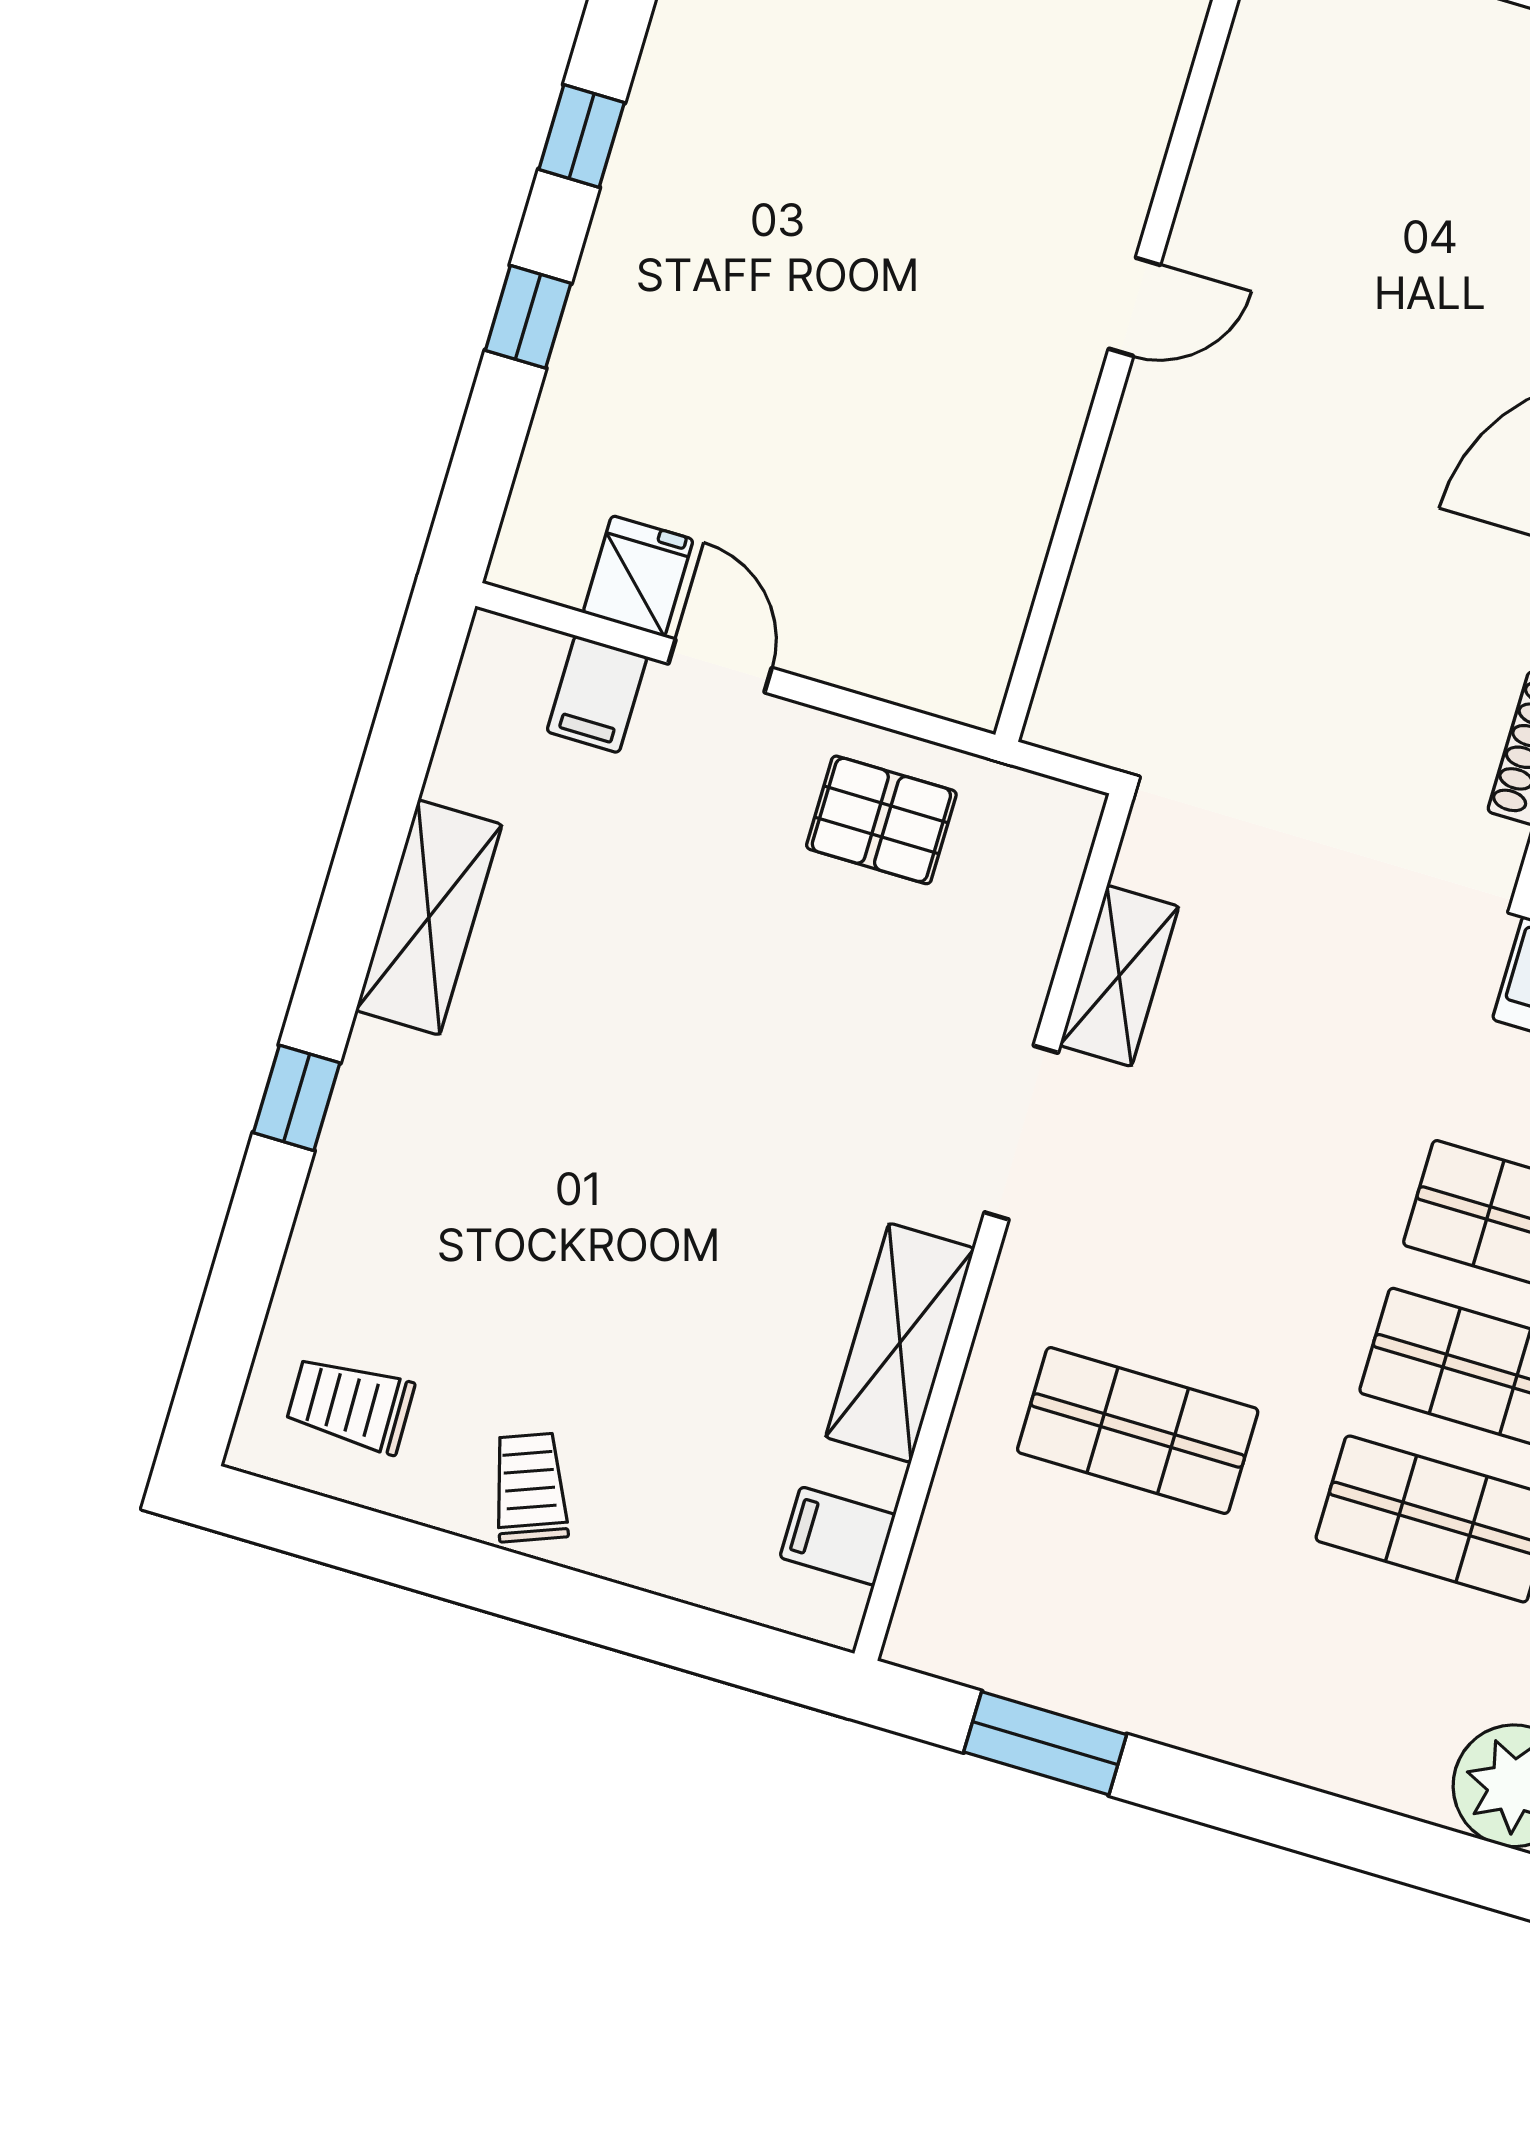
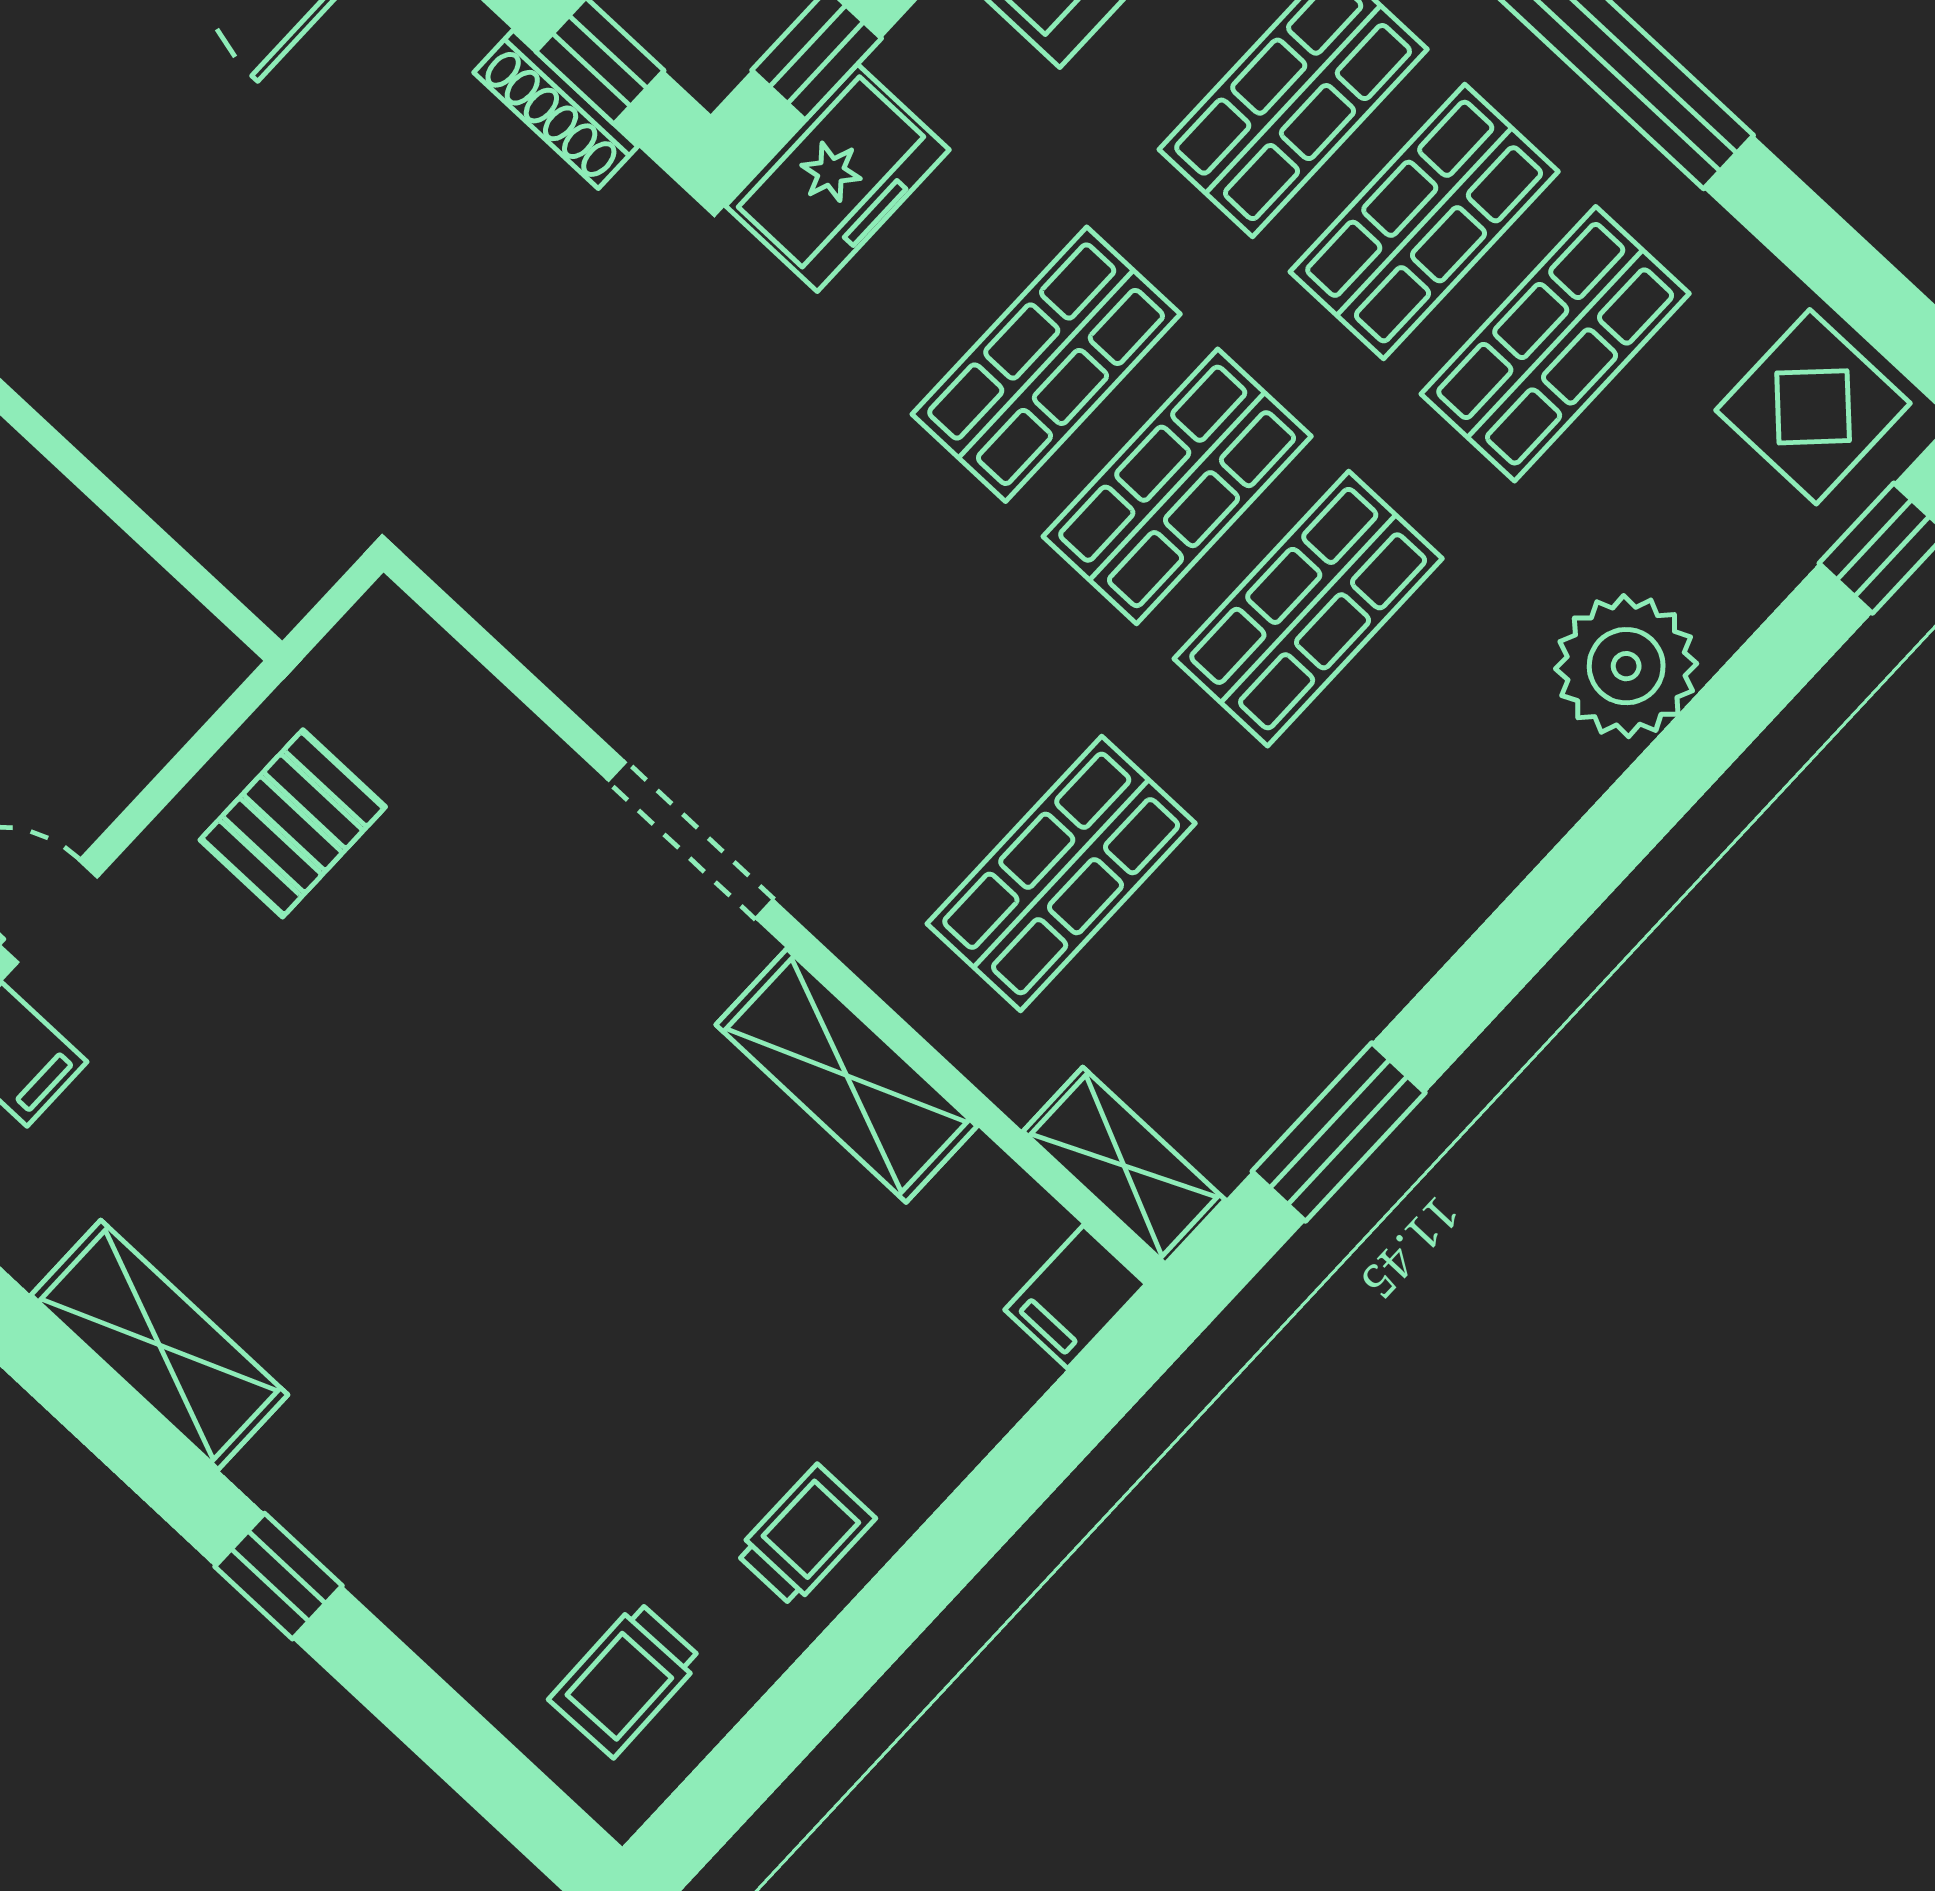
shelving: (1119, 976) -> (1124, 1166), moved
trolley: (530, 1487) -> (805, 1535), turned 111
filing cabinet: (838, 1536) -> (1076, 1297), moved

